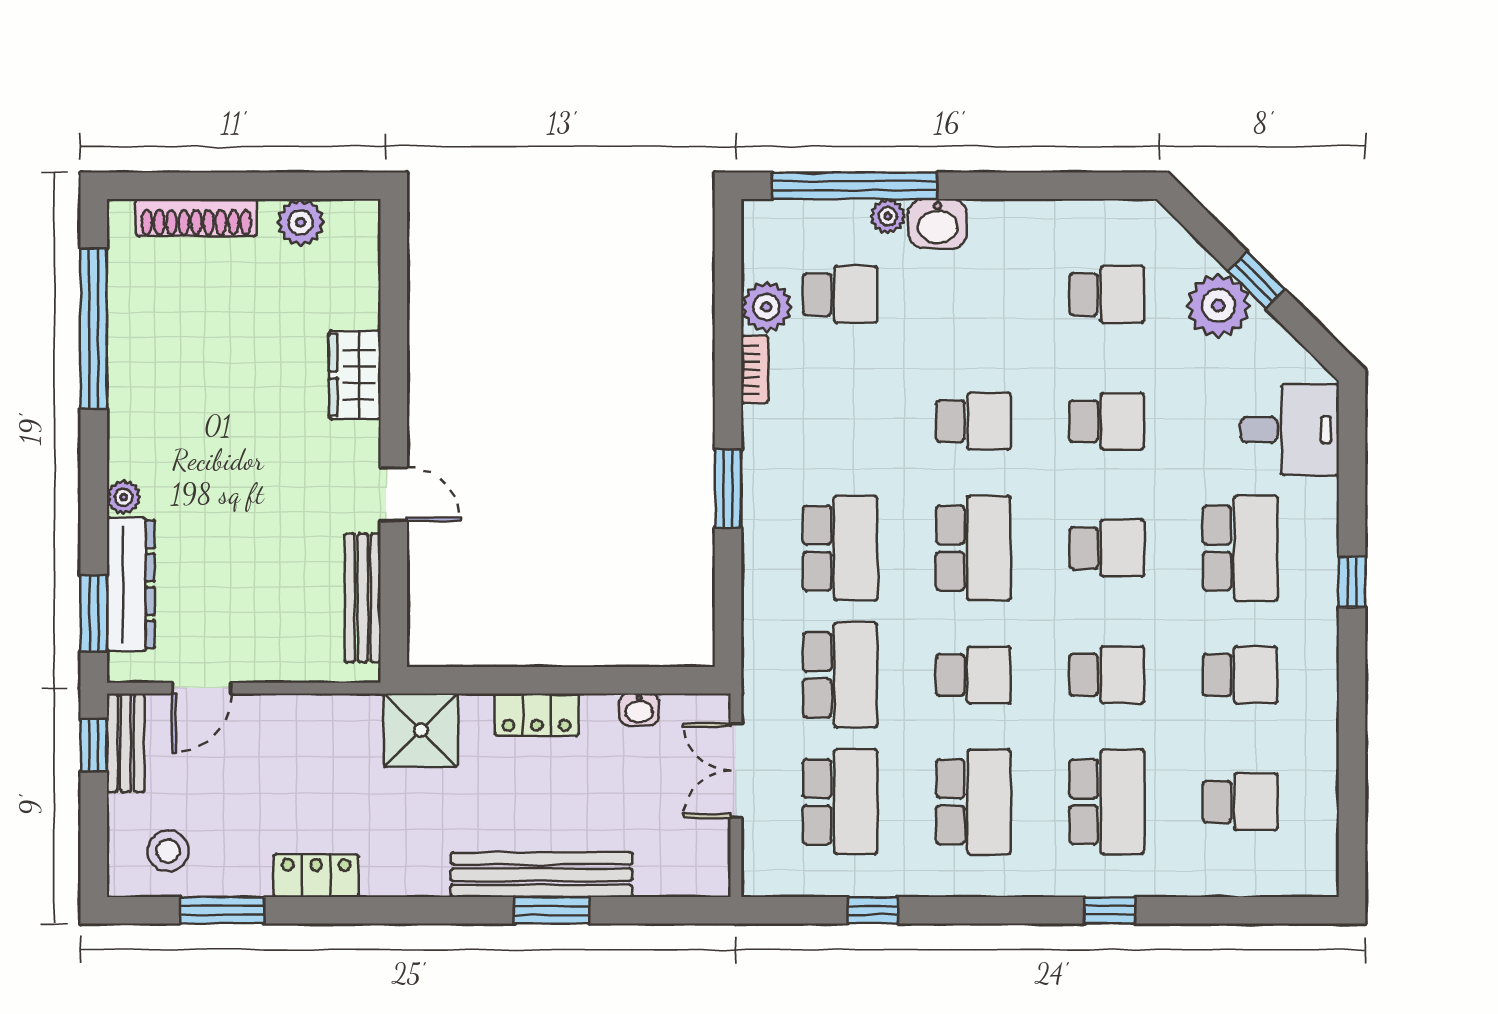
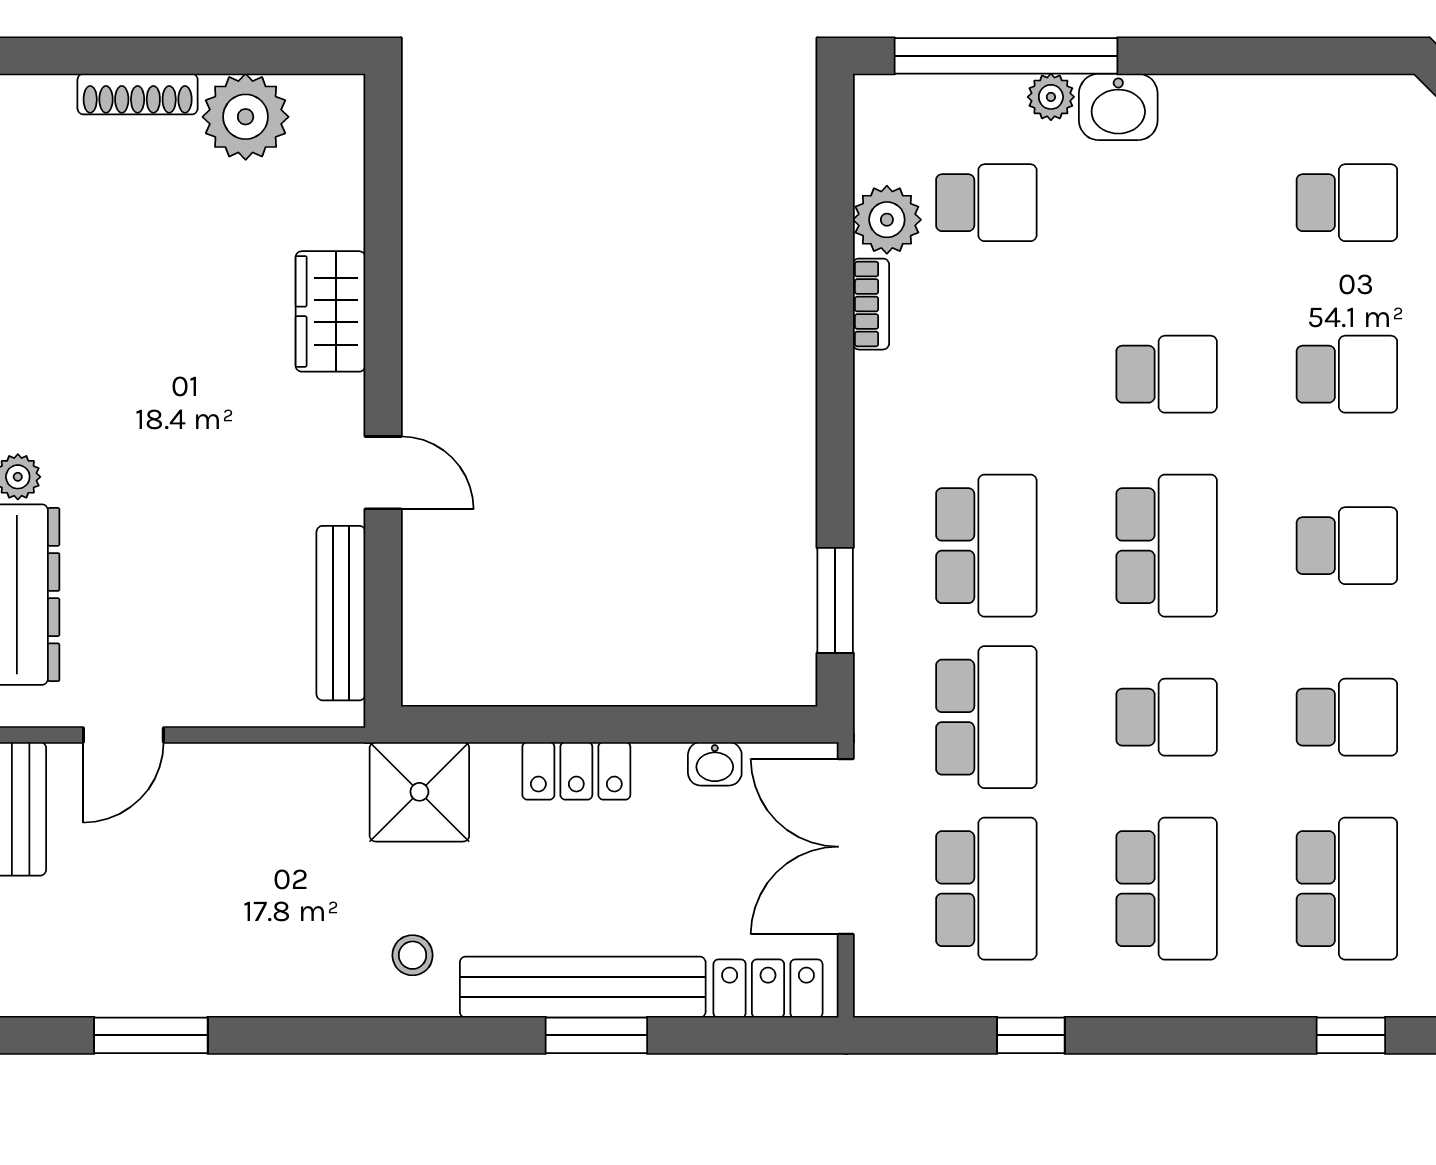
shoe rack: (196, 218) -> (138, 94), width x0.74, depth x0.81
plant: (301, 222) -> (246, 117), width x1.36, depth x1.36
window: (728, 488) -> (835, 600), moved
double door: (736, 771) -> (846, 847), width x1.37
stool: (168, 851) -> (413, 955), moved, width x0.73, depth x0.73
locker: (316, 876) -> (768, 989), moved

